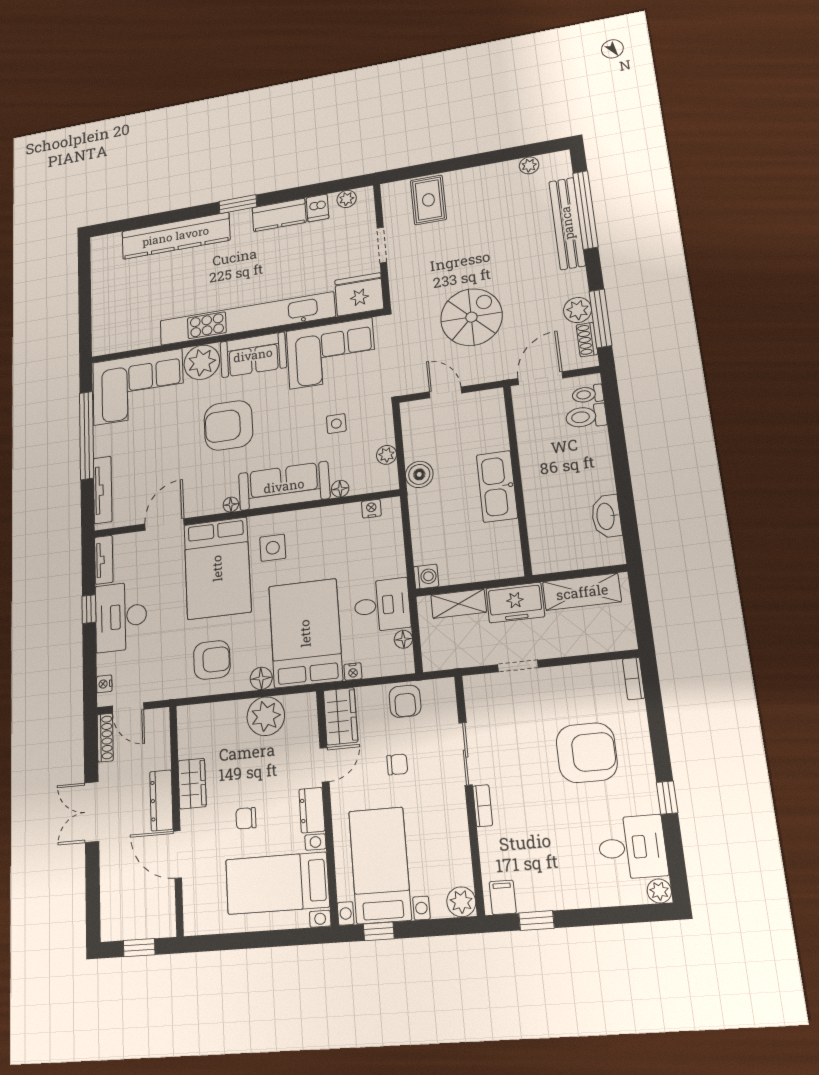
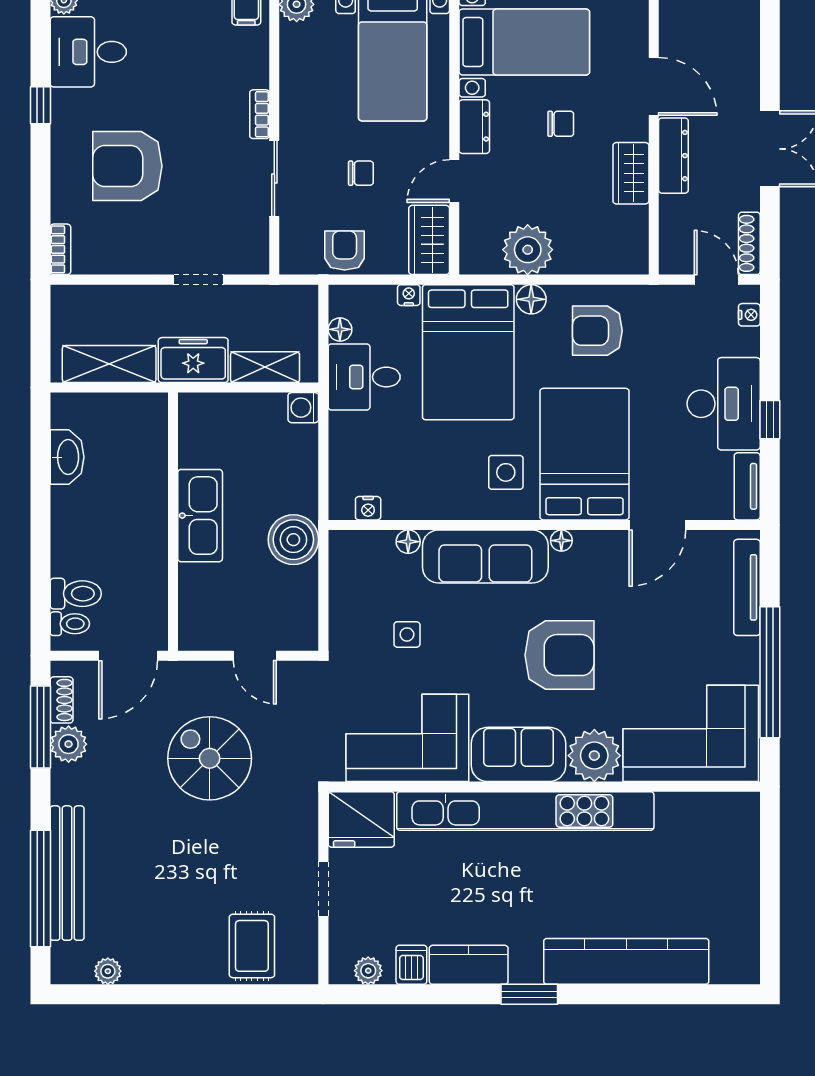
spiral stairs: (471, 317) -> (210, 758), turned 90
plant: (387, 455) -> (342, 580), removed
boiler: (419, 474) -> (293, 540), width x1.37, depth x1.37
chair: (397, 764) -> (361, 173), turned 180

